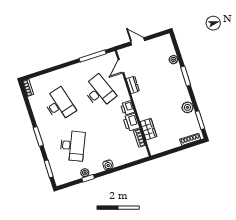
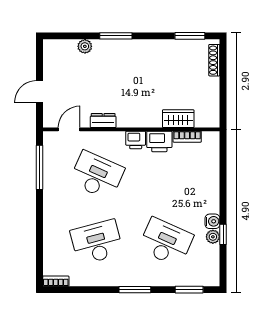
door: (121, 66) -> (69, 129), swing flipped
desk: (99, 92) -> (97, 175), turned 45
plant: (188, 107) -> (164, 49), removed
water cooler: (108, 165) -> (212, 221), moved

